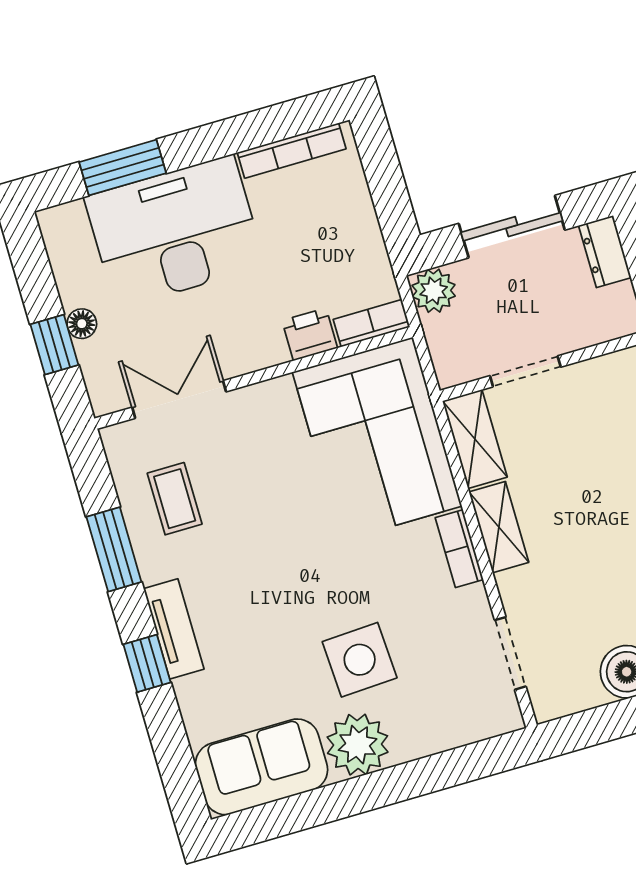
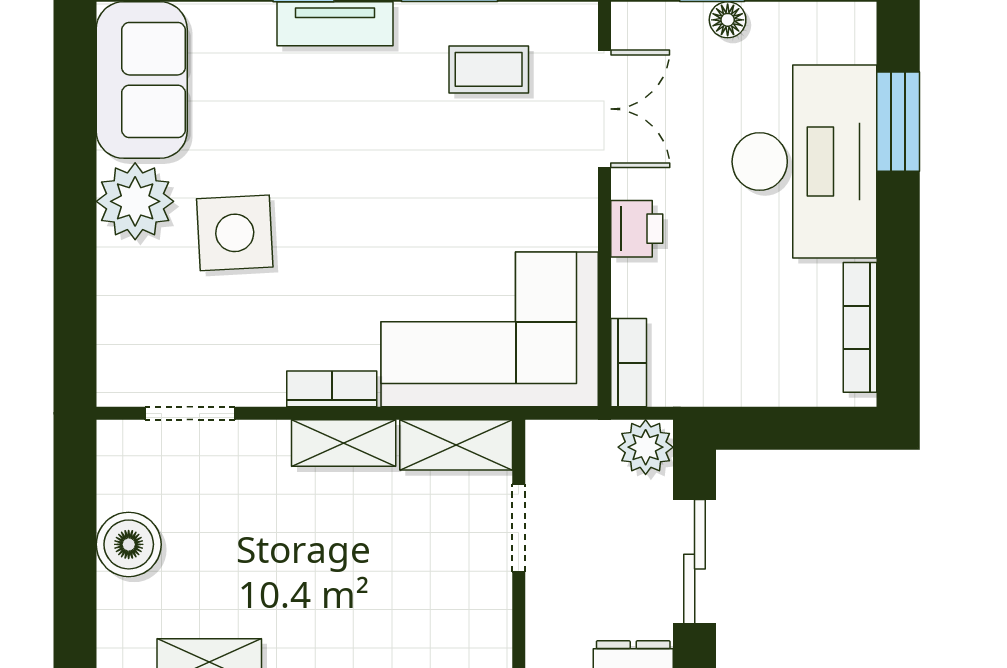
printer: (310, 334) -> (637, 229), moved

